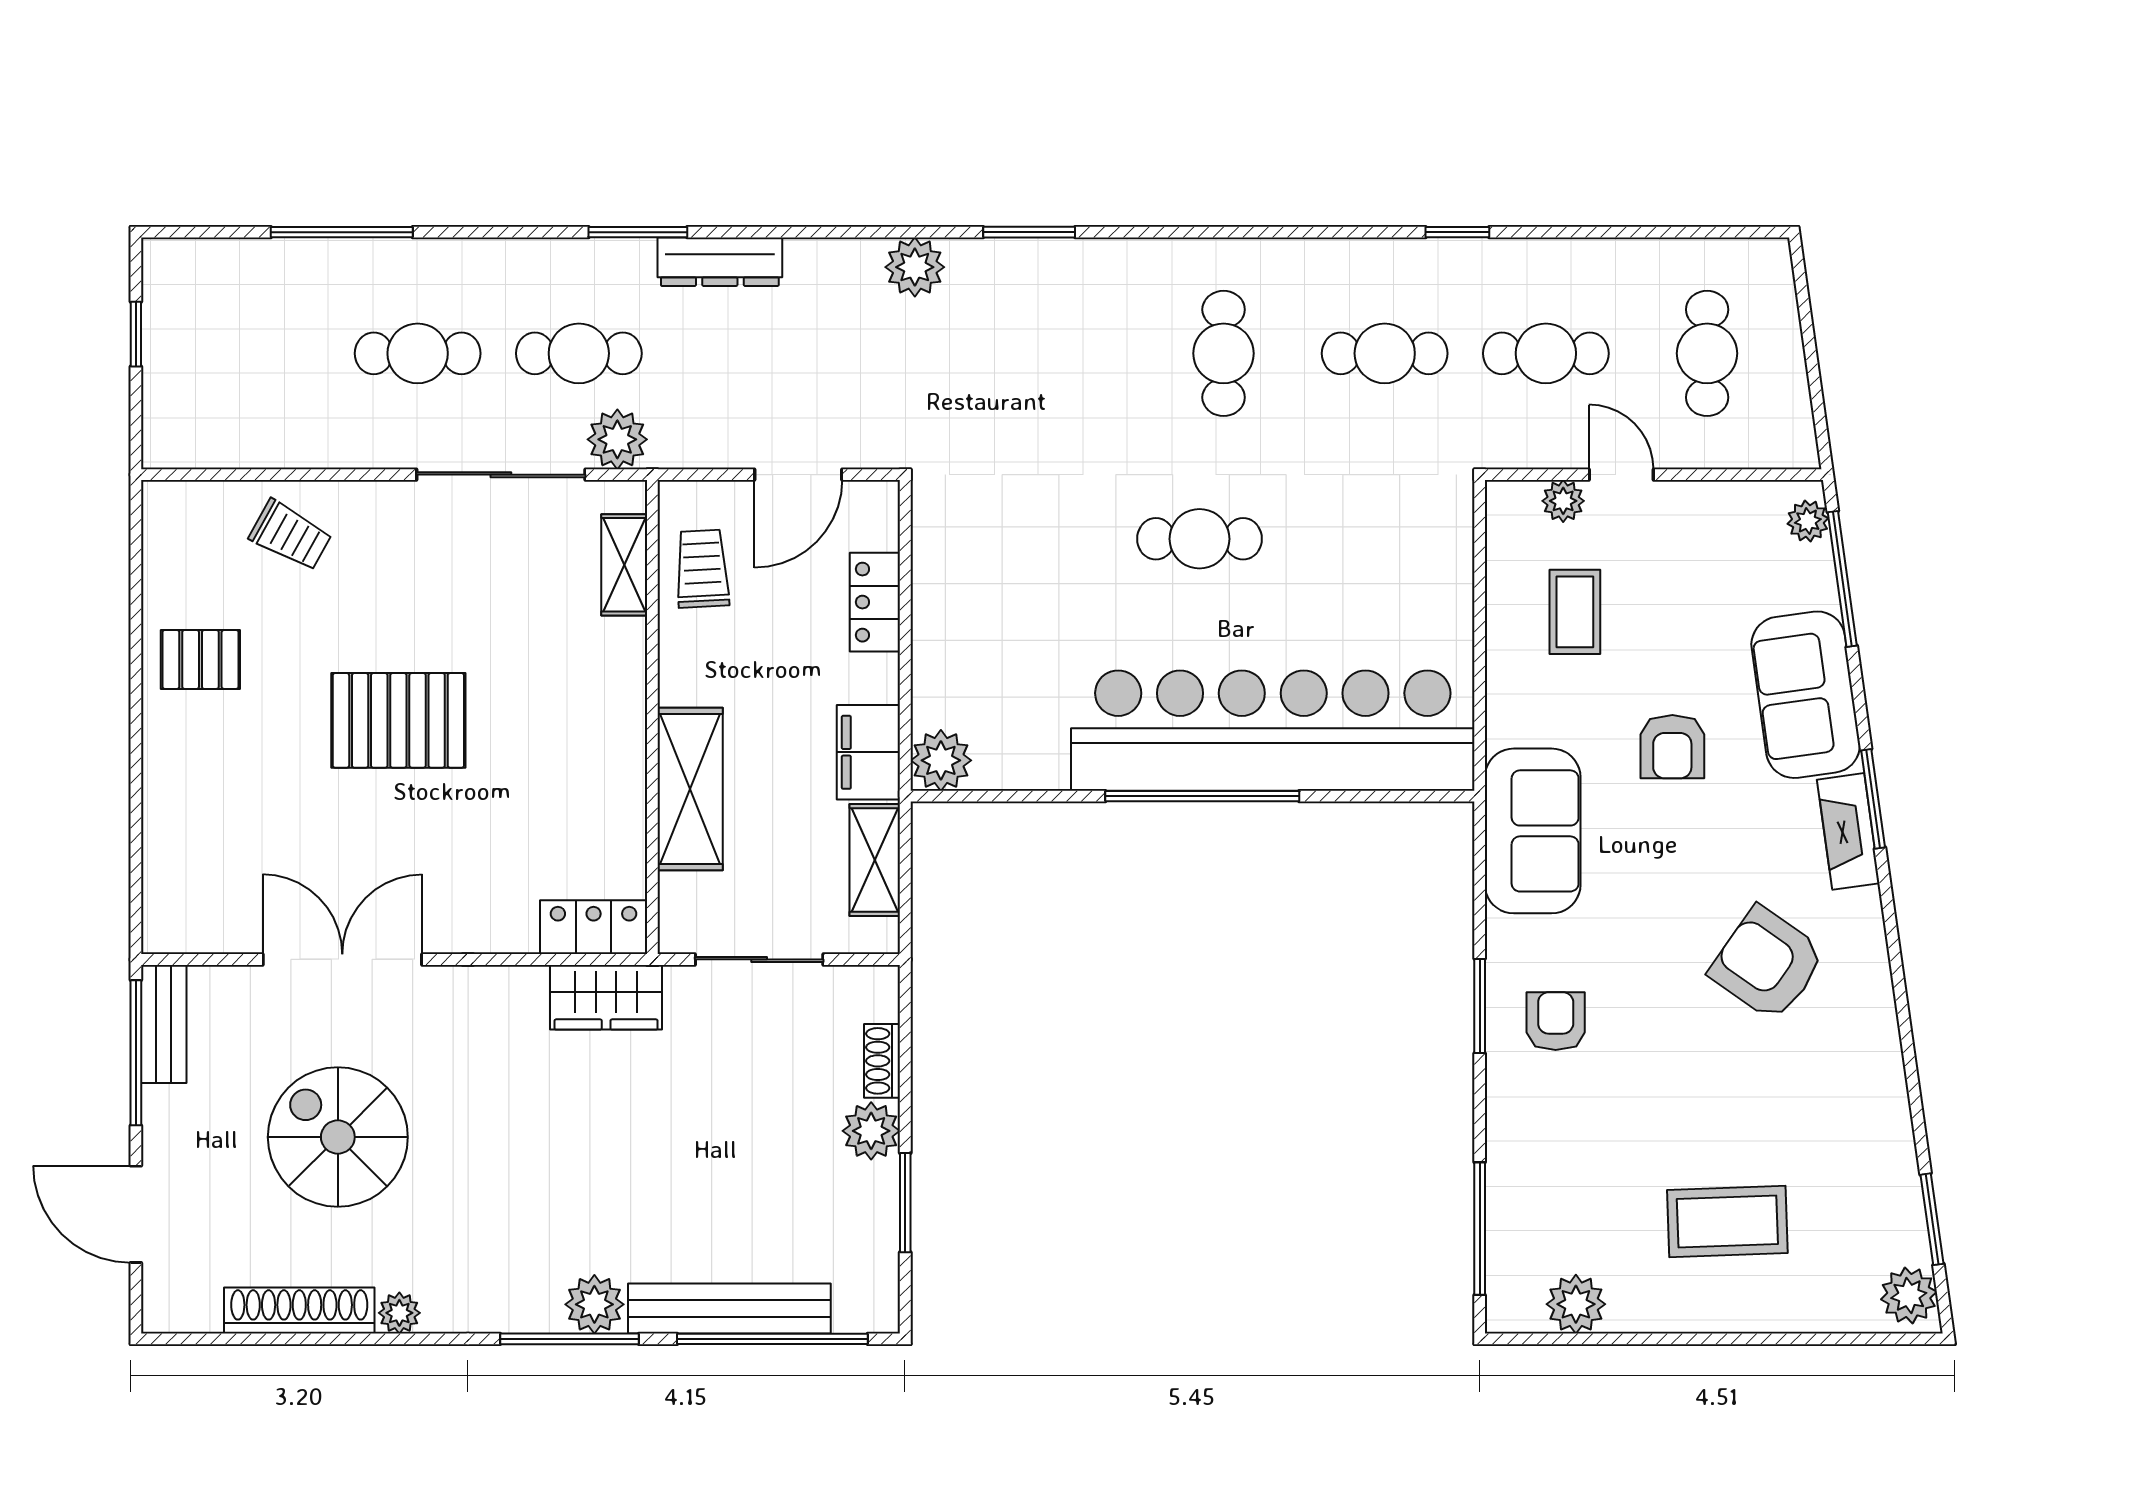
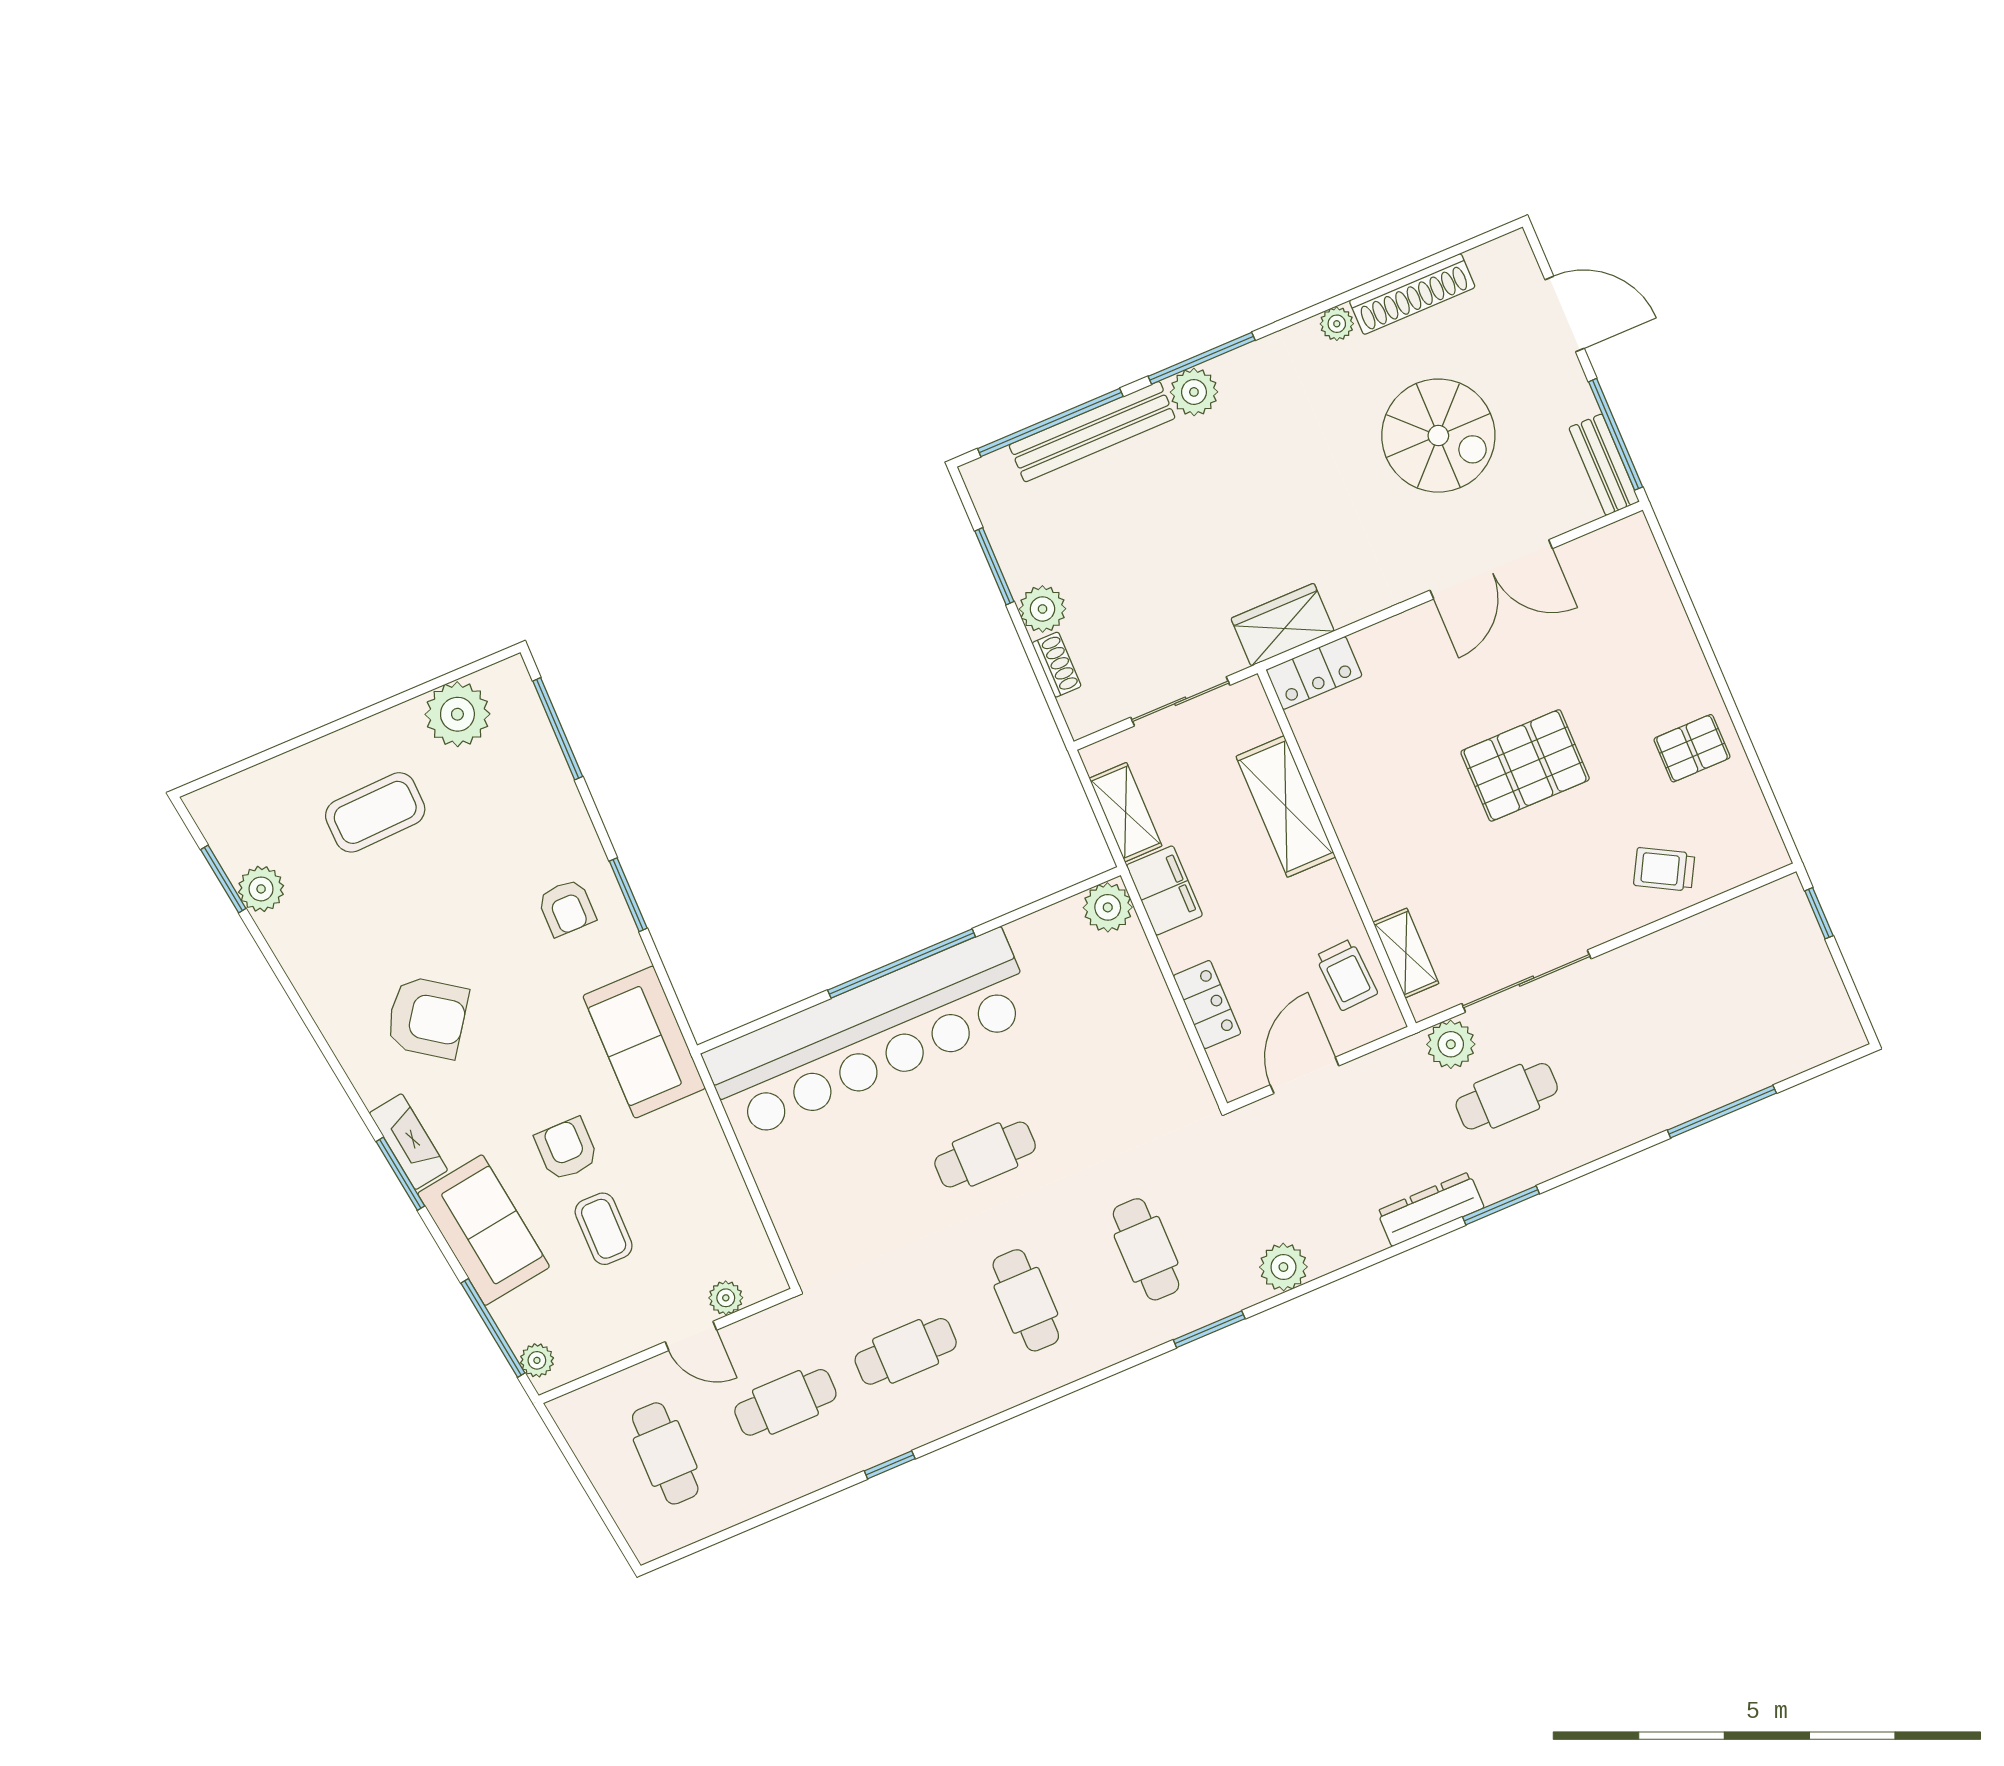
window: (136, 334) -> (1819, 913), moved
cafe table: (418, 353) -> (1146, 1249), moved, turned 90
coffee table: (1575, 612) -> (604, 1229), moved
plant: (1909, 1295) -> (261, 889), moved
plant: (1576, 1304) -> (457, 714), width x1.36, depth x1.36

